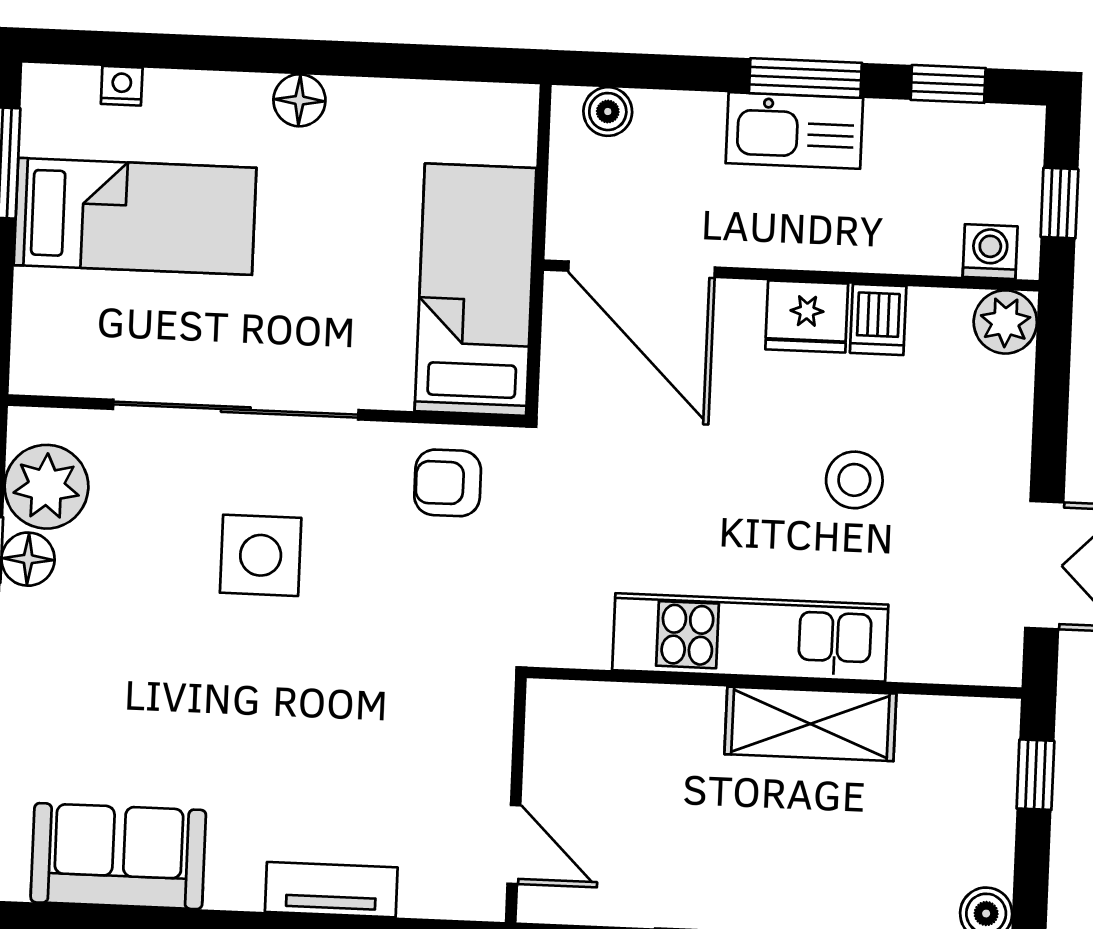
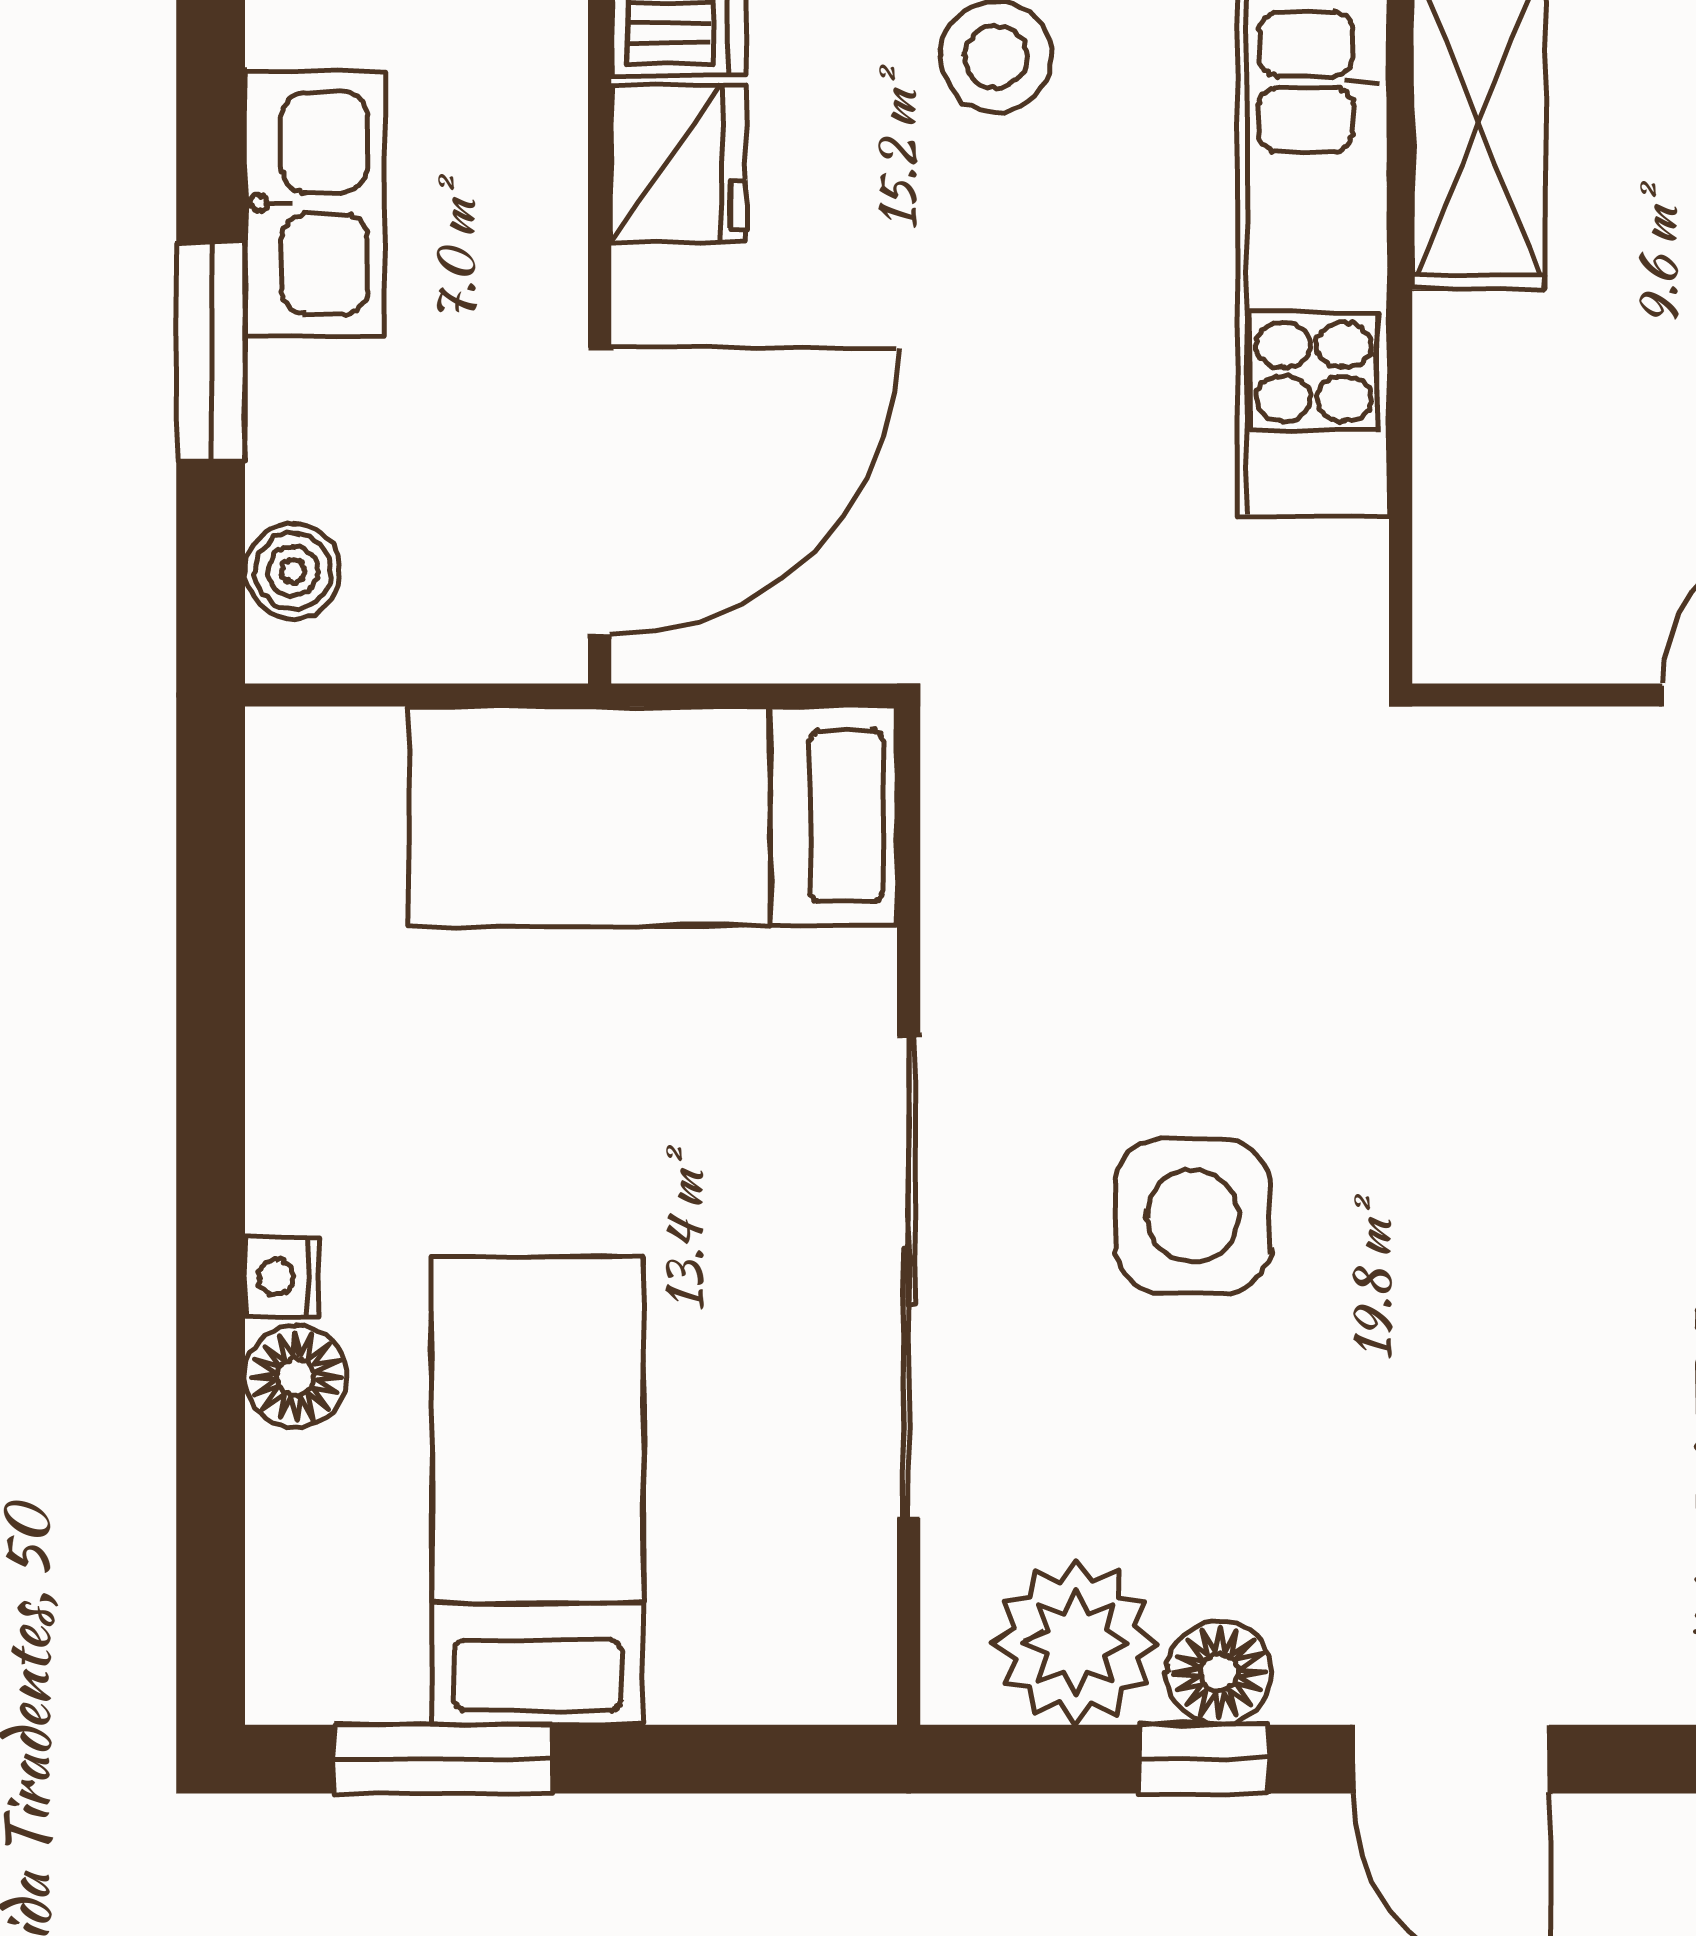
window: (805, 78) -> (211, 352), moved
nightstand: (122, 86) -> (282, 1277), moved
floor lamp: (299, 100) -> (296, 1377), moved
armchair: (448, 483) -> (1035, 855), removed

